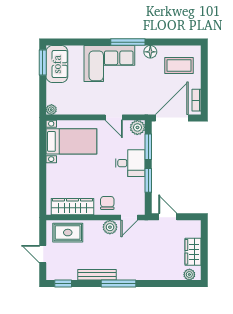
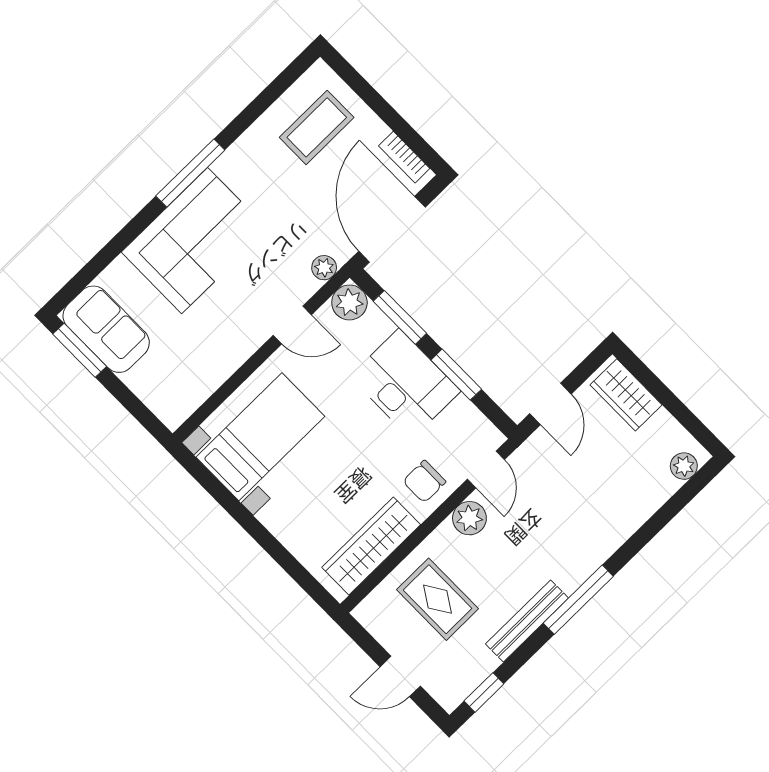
floor lamp: (150, 52) -> (245, 152), removed
plant: (51, 110) -> (324, 268), moved
desk: (130, 163) -> (405, 384), width x1.37
chair: (107, 203) -> (424, 481), turned -90
door: (168, 217) -> (550, 404), swing flipped
rug: (68, 233) -> (438, 599), moved, turned 90
wardrobe: (193, 252) -> (626, 395), moved

